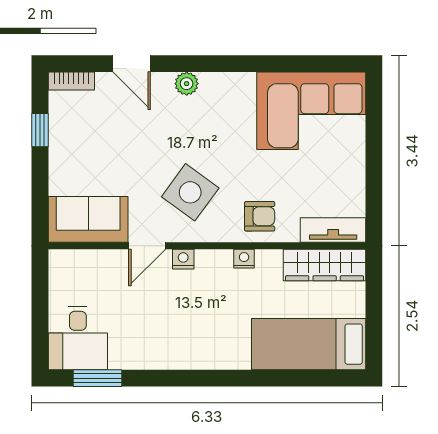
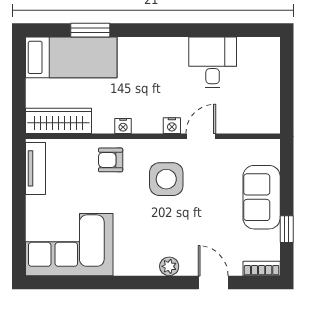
side table: (190, 192) -> (166, 179), turned -36
sofa: (88, 219) -> (262, 197), moved, turned 90
tv unit: (333, 230) -> (35, 168), moved, turned -90
desk: (78, 338) -> (213, 62), moved
window: (97, 378) -> (90, 30), moved

